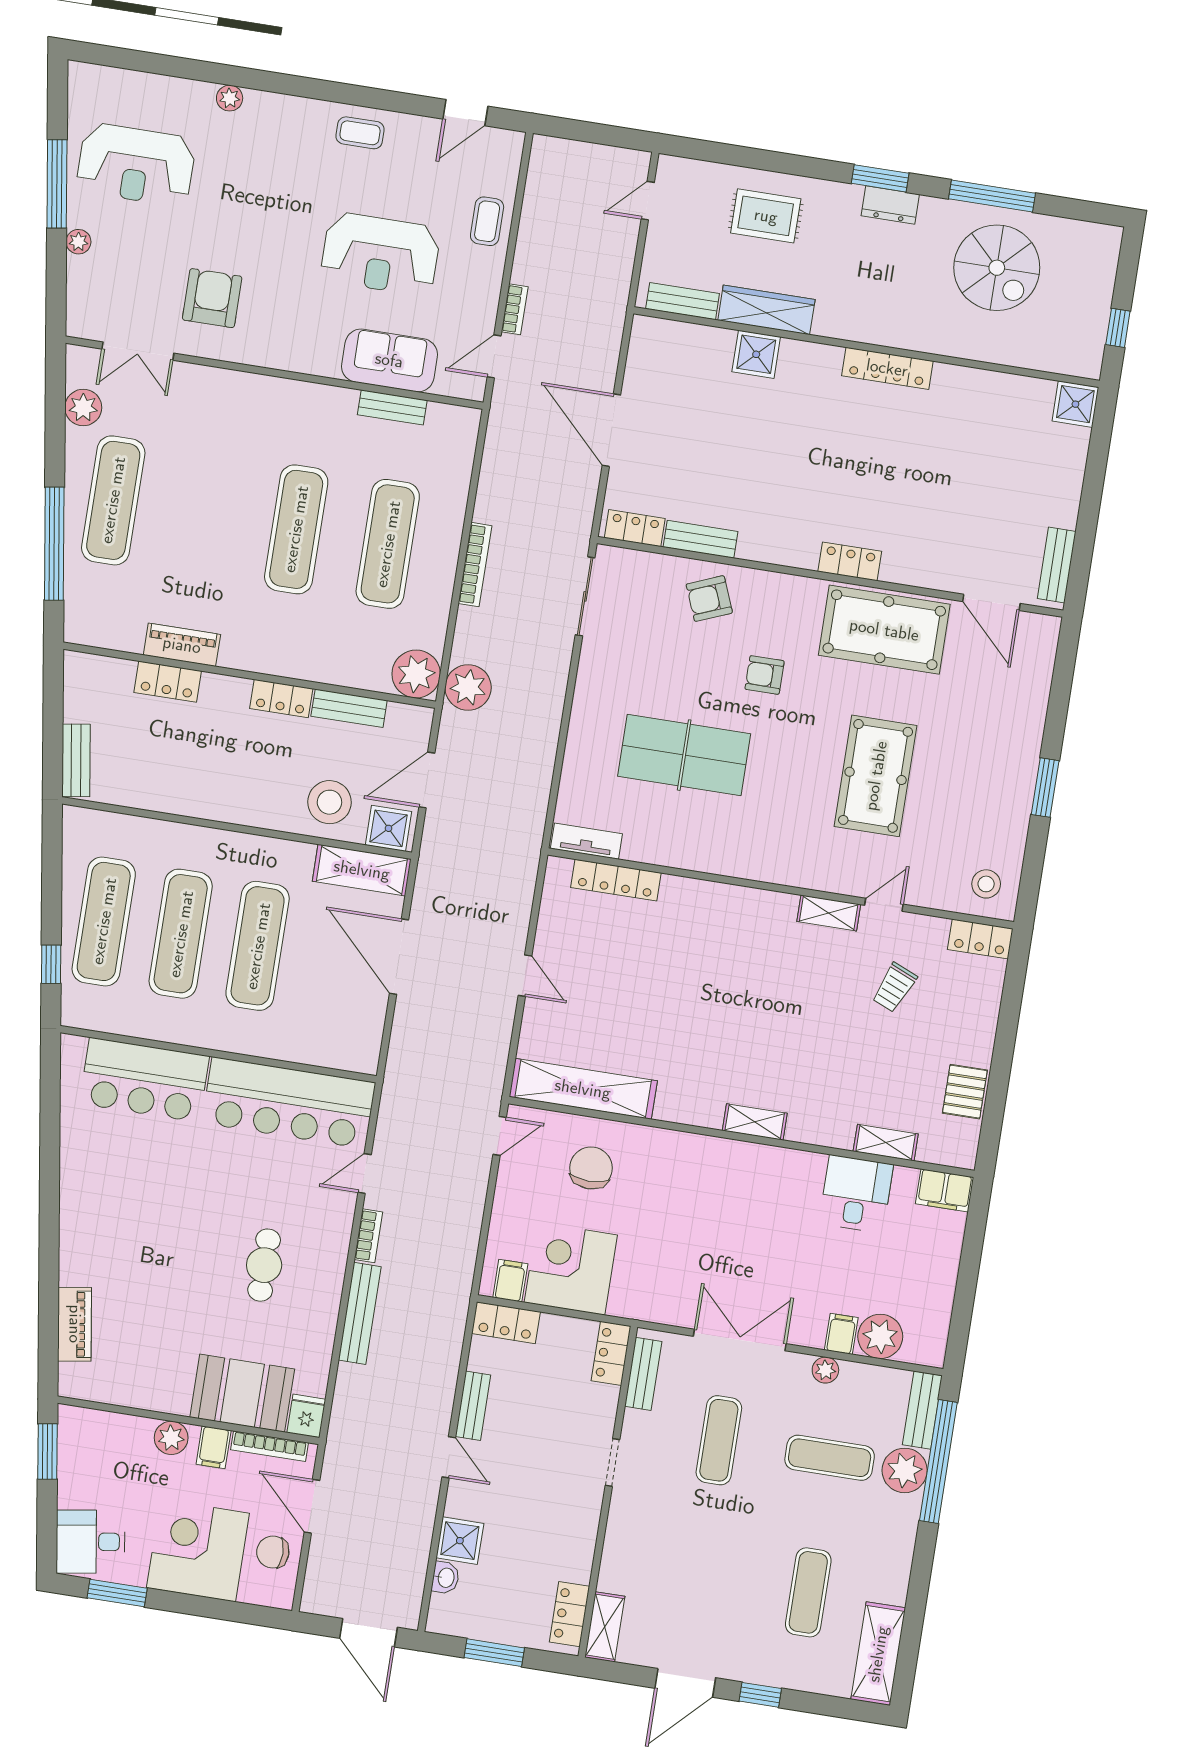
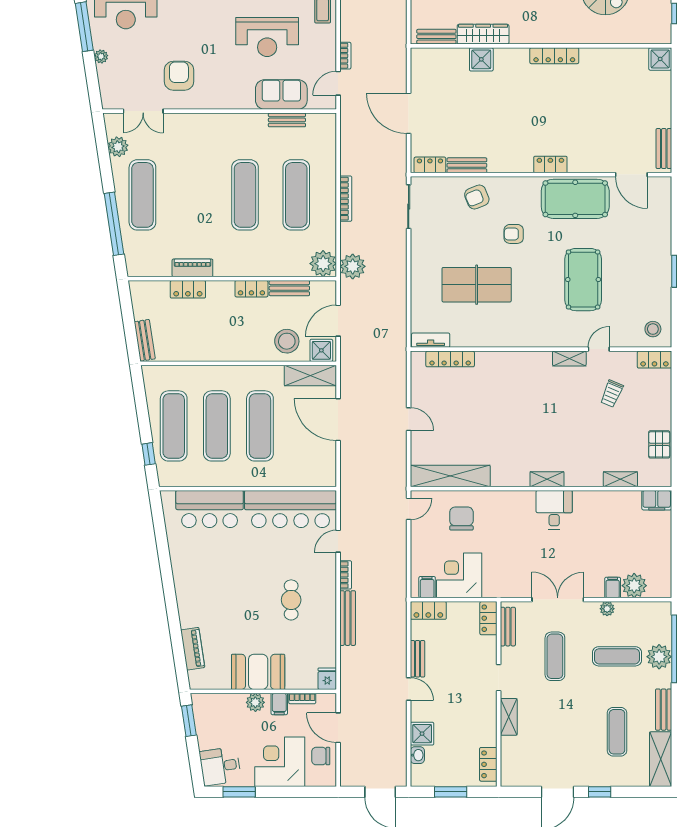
desk: (856, 1194) -> (554, 510), moved
booth: (242, 1393) -> (258, 672), moved
bench: (922, 1410) -> (664, 710), moved
bookcase: (269, 1446) -> (302, 699), width x0.64
shelving: (605, 1627) -> (509, 717), moved

